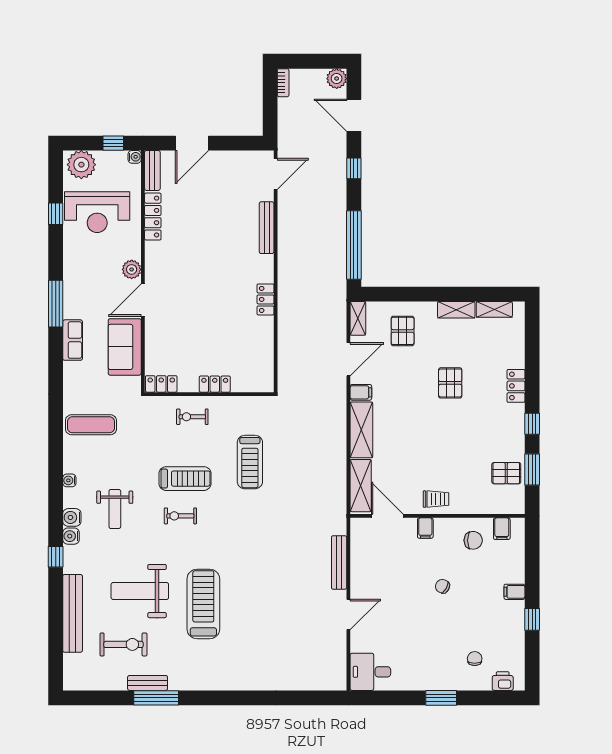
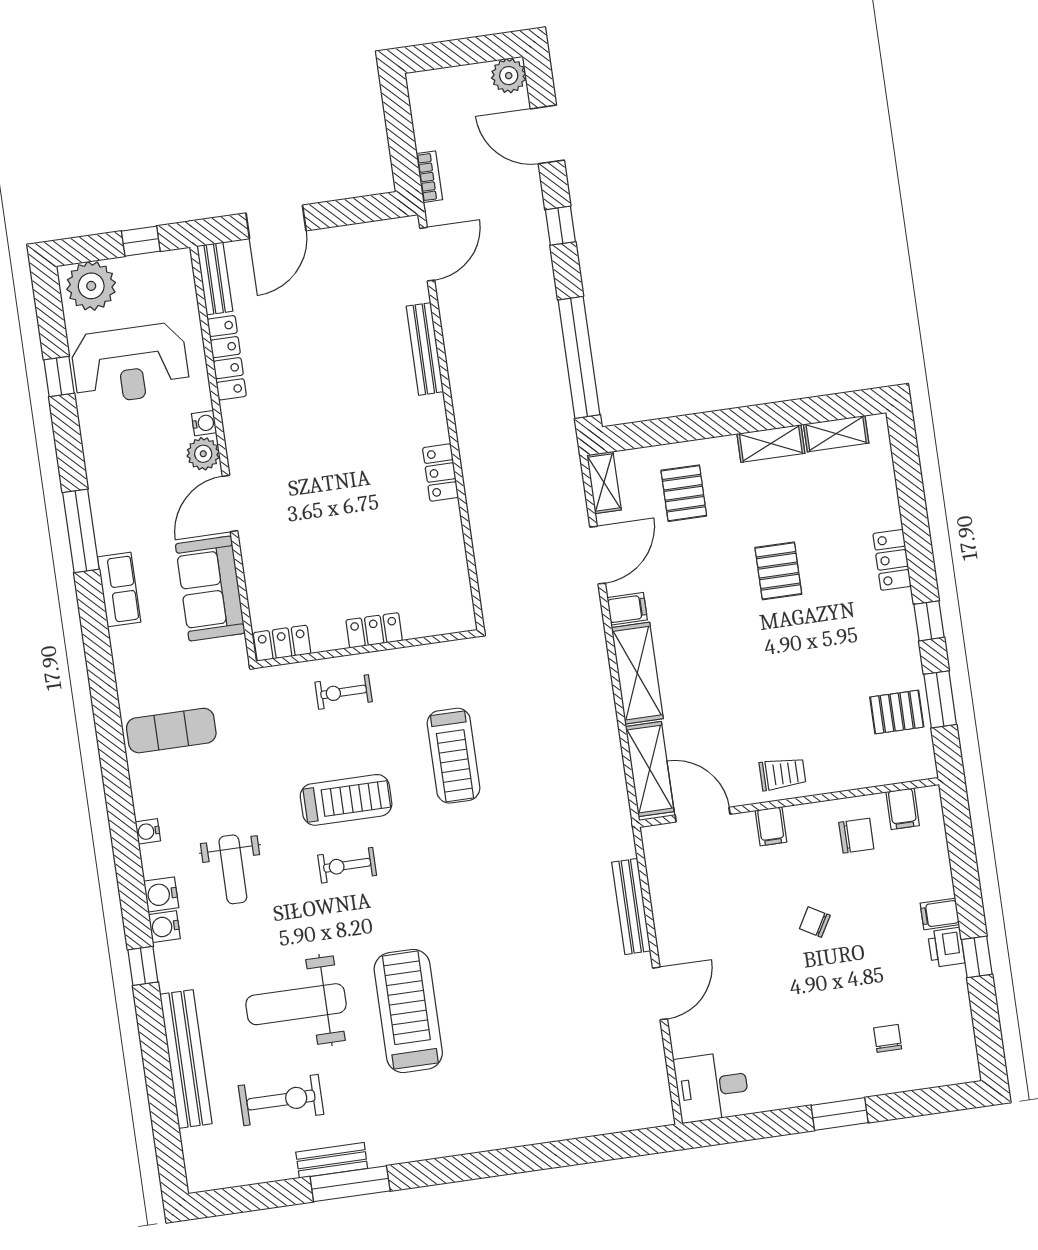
bookcase: (283, 83) -> (429, 177), moved
water cooler: (135, 157) -> (204, 423), moved
printer: (503, 681) -> (946, 947), moved, turned -90

